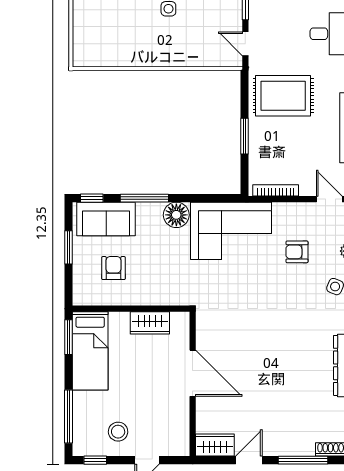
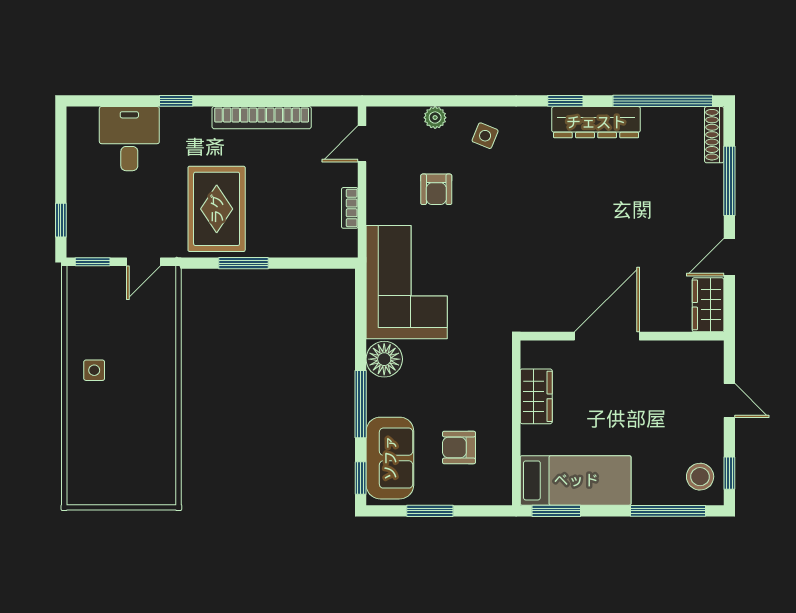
window: (244, 136) -> (244, 263), moved
bookcase: (276, 190) -> (350, 208), width x0.64
stool: (118, 432) -> (700, 477), moved
door: (249, 460) -> (729, 257), hinge flipped

